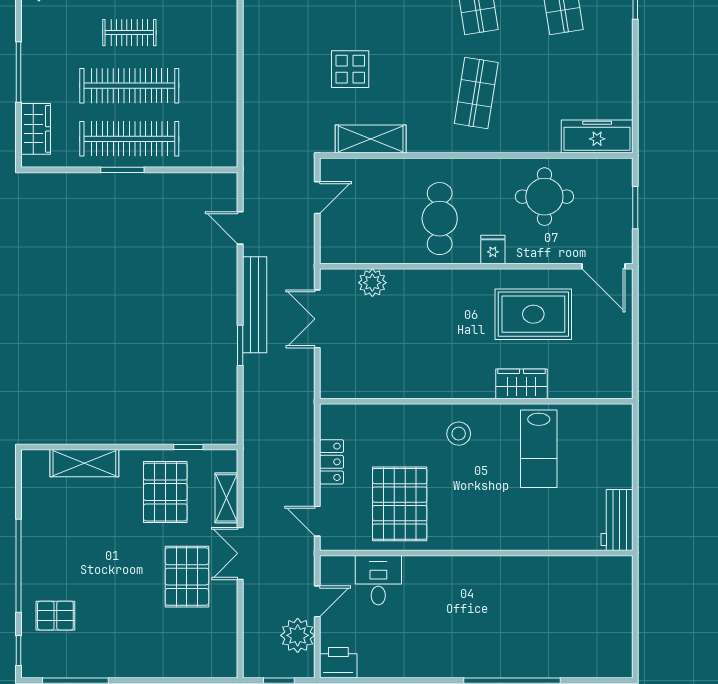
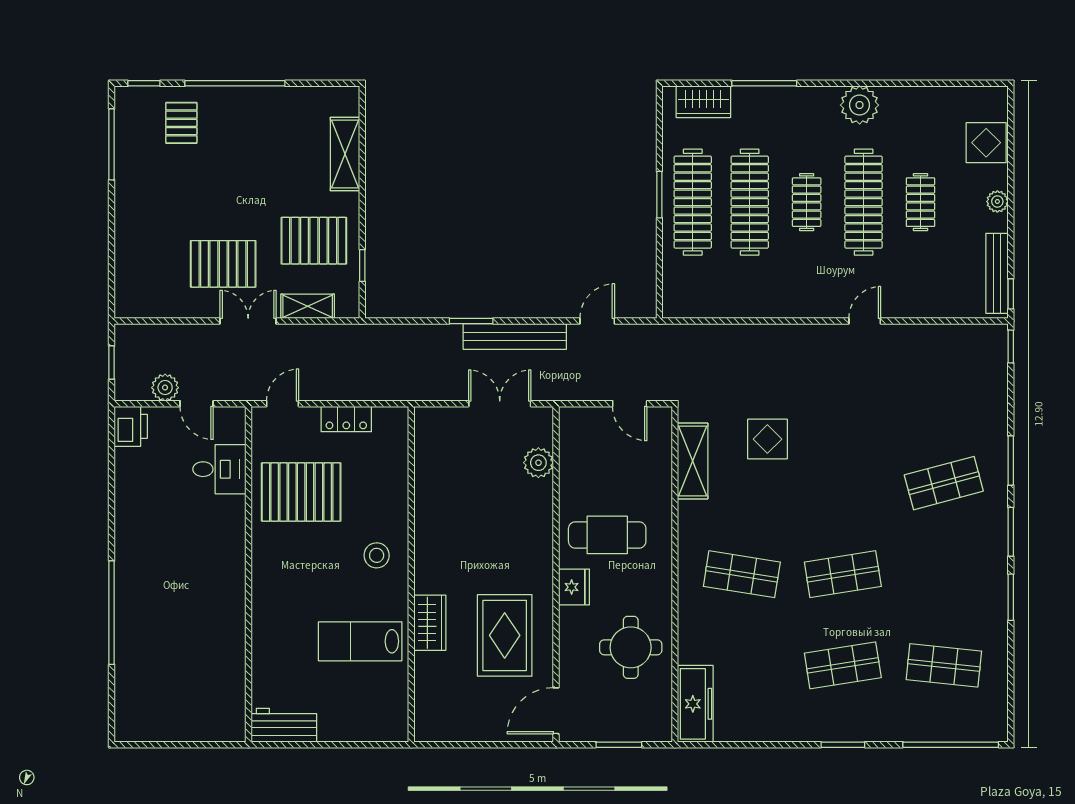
fridge: (493, 249) -> (574, 587), width x1.38
plant: (298, 635) -> (165, 388), width x0.73, depth x0.73

